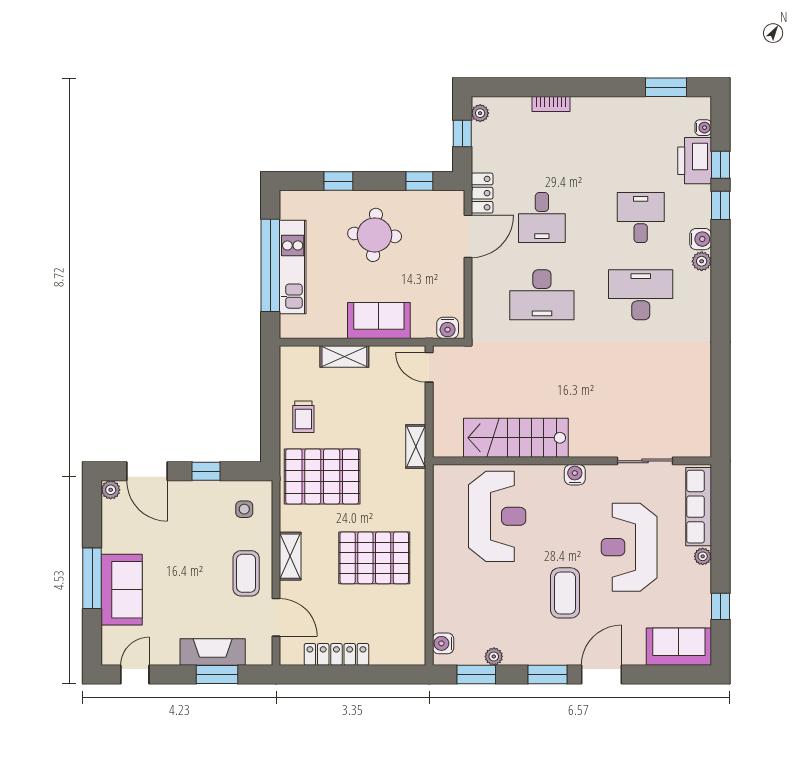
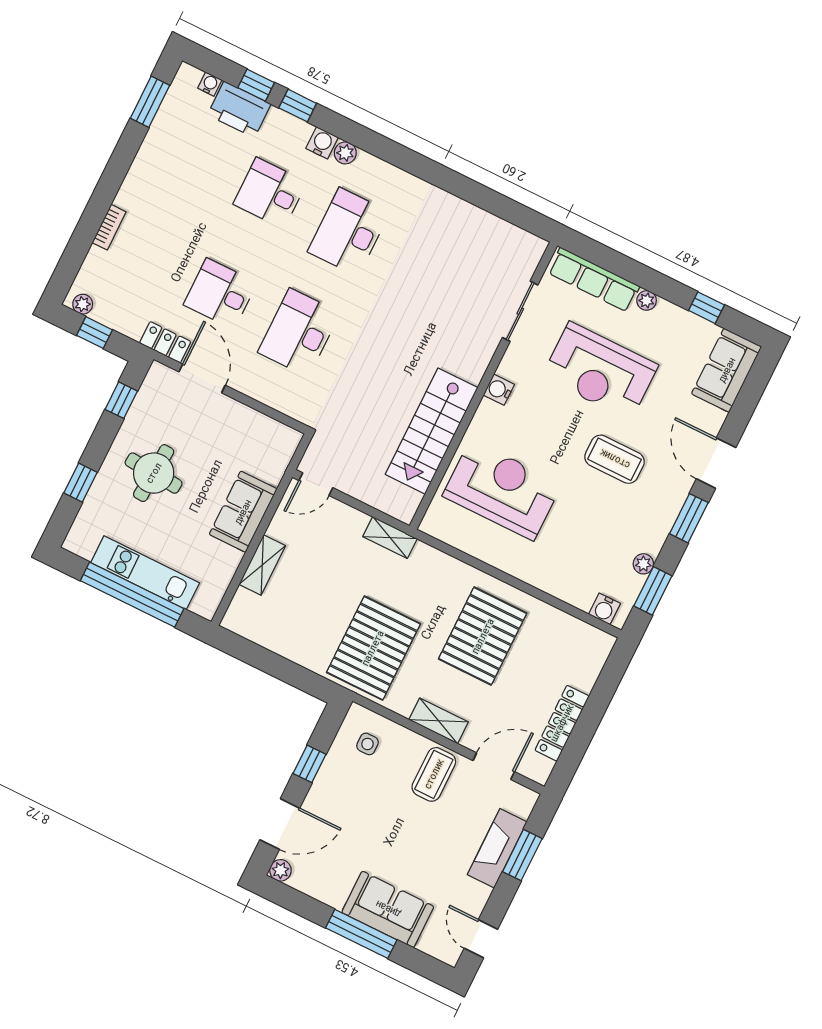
desk: (542, 218) -> (220, 294), turned 180
desk: (542, 295) -> (299, 333), turned 180
water cooler: (448, 328) -> (285, 445), removed
trolley: (303, 417) -> (303, 637), removed
coffee table: (246, 573) -> (434, 774), turned 90

